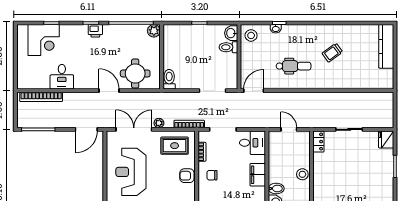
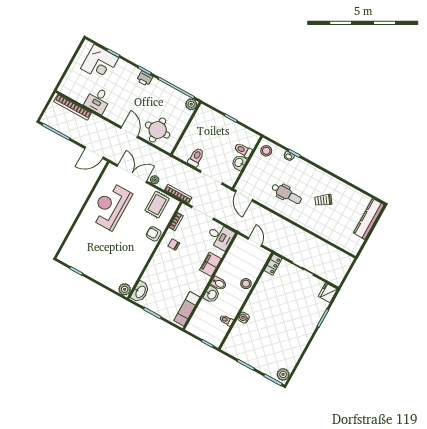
washbasin: (231, 33) -> (239, 163), moved
toilet: (169, 79) -> (196, 157), moved
door: (254, 91) -> (244, 196), swing flipped
rug: (175, 146) -> (157, 205), turned 90

